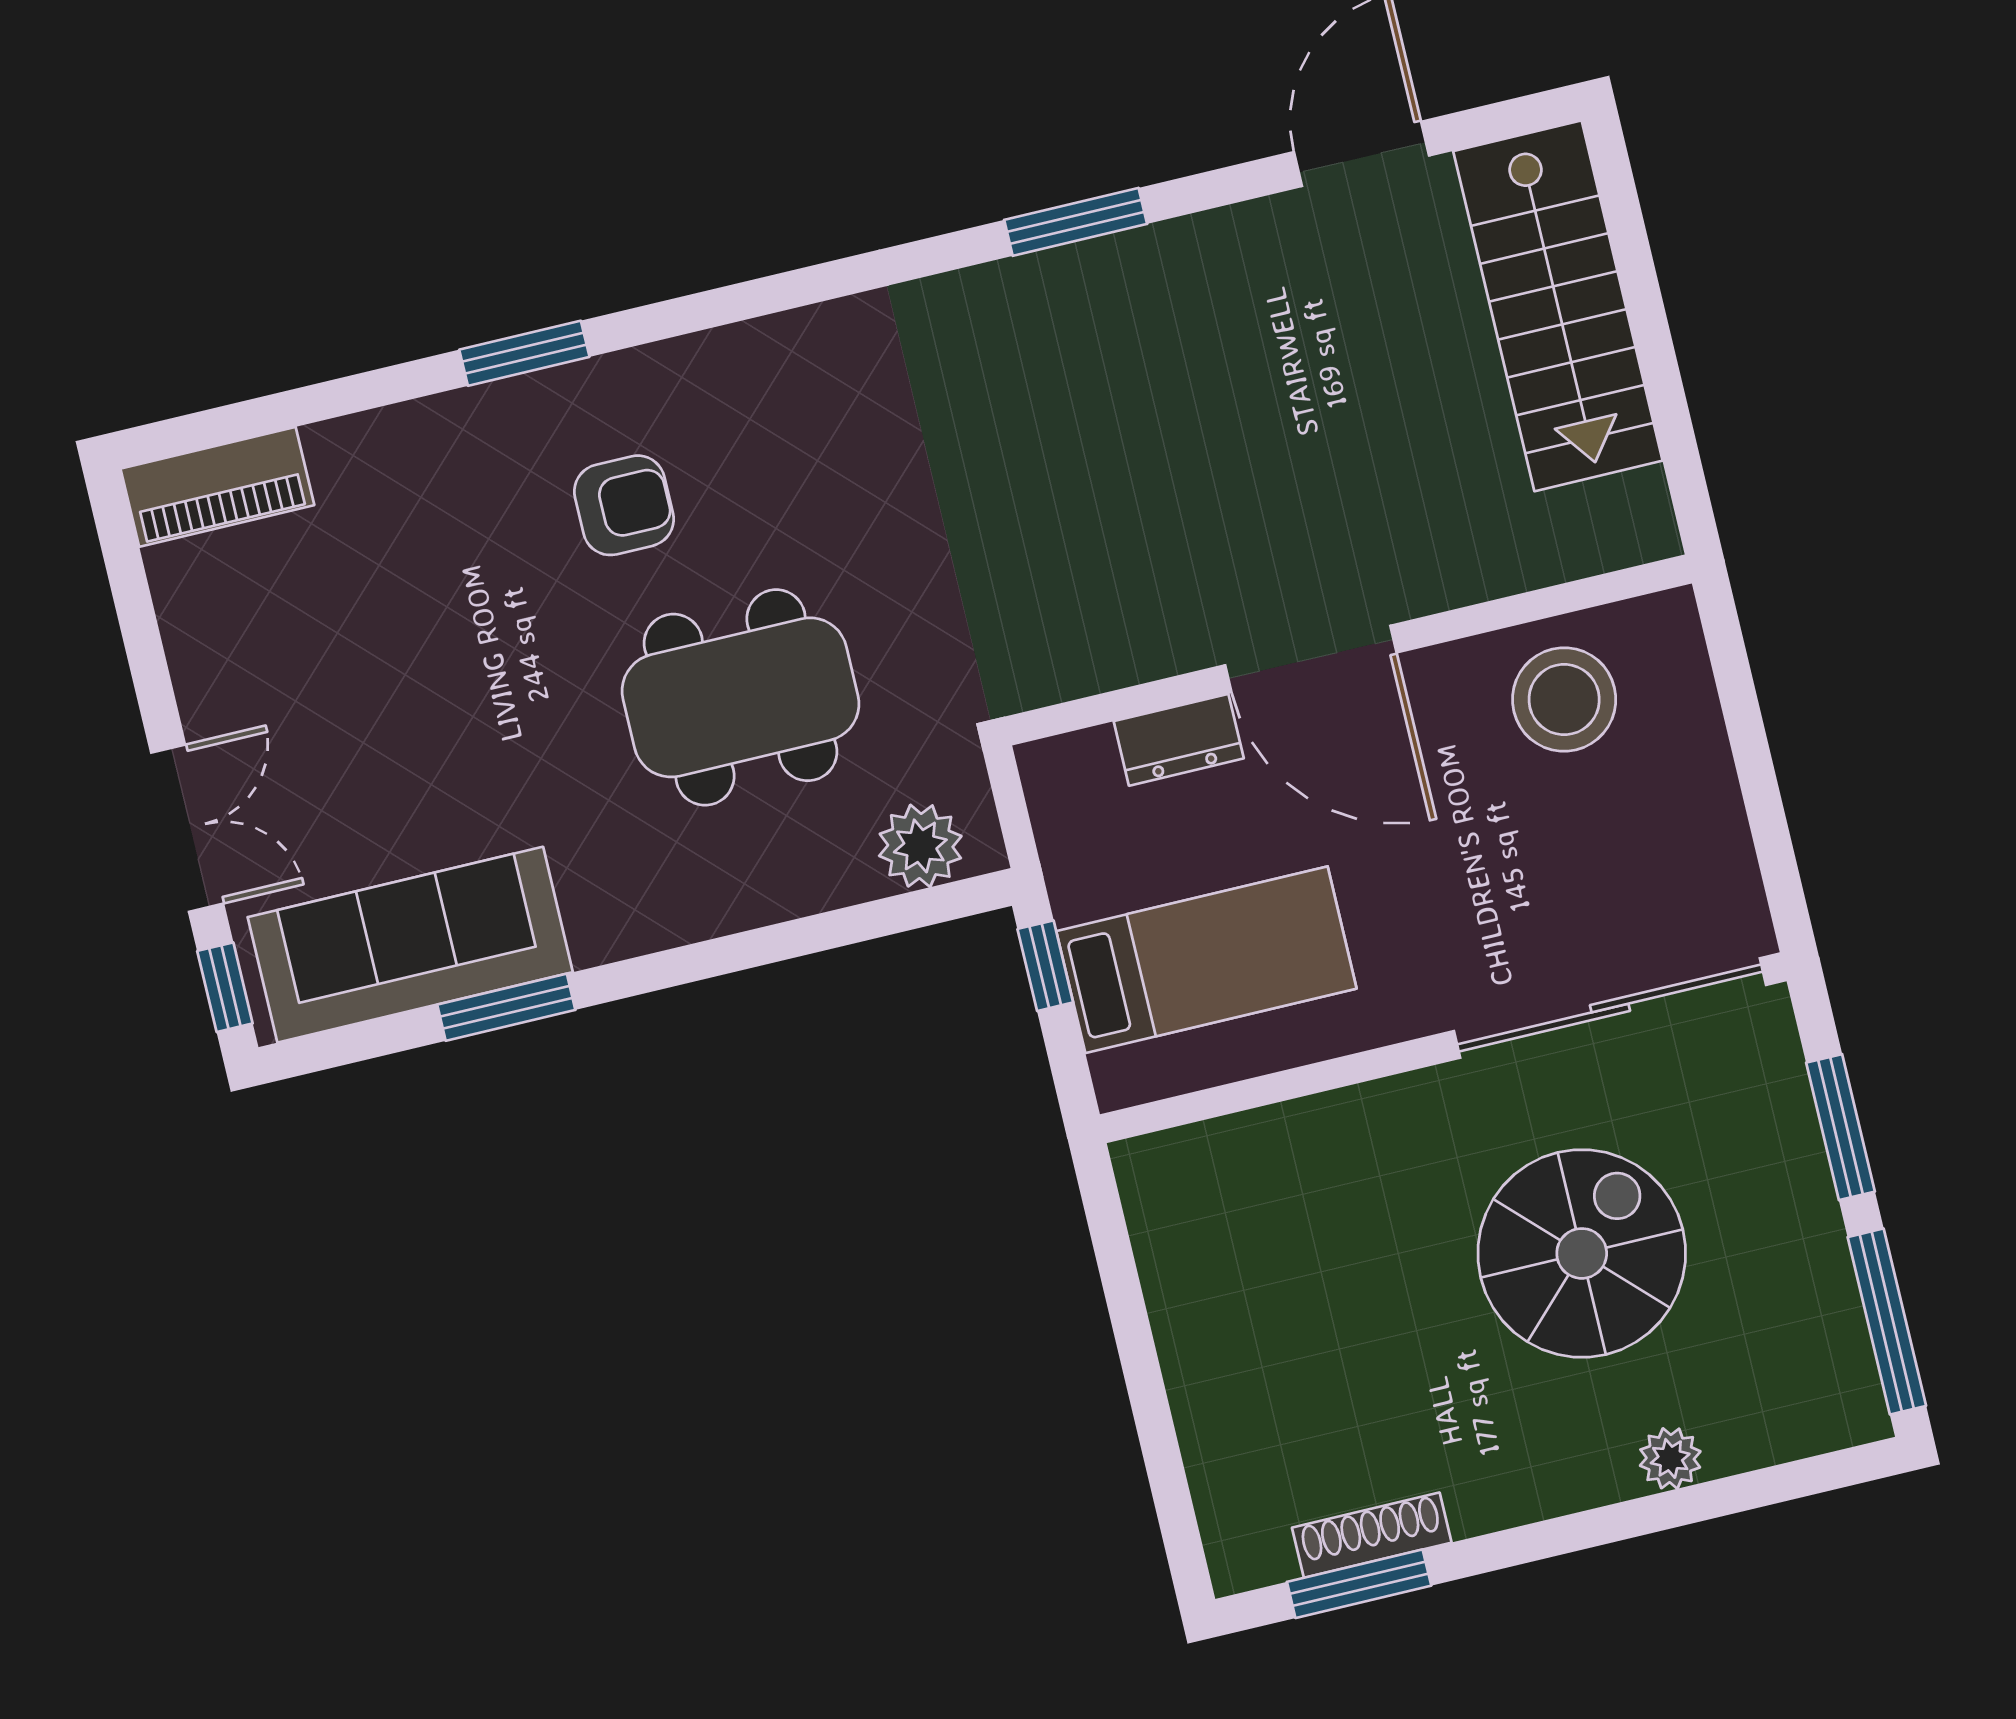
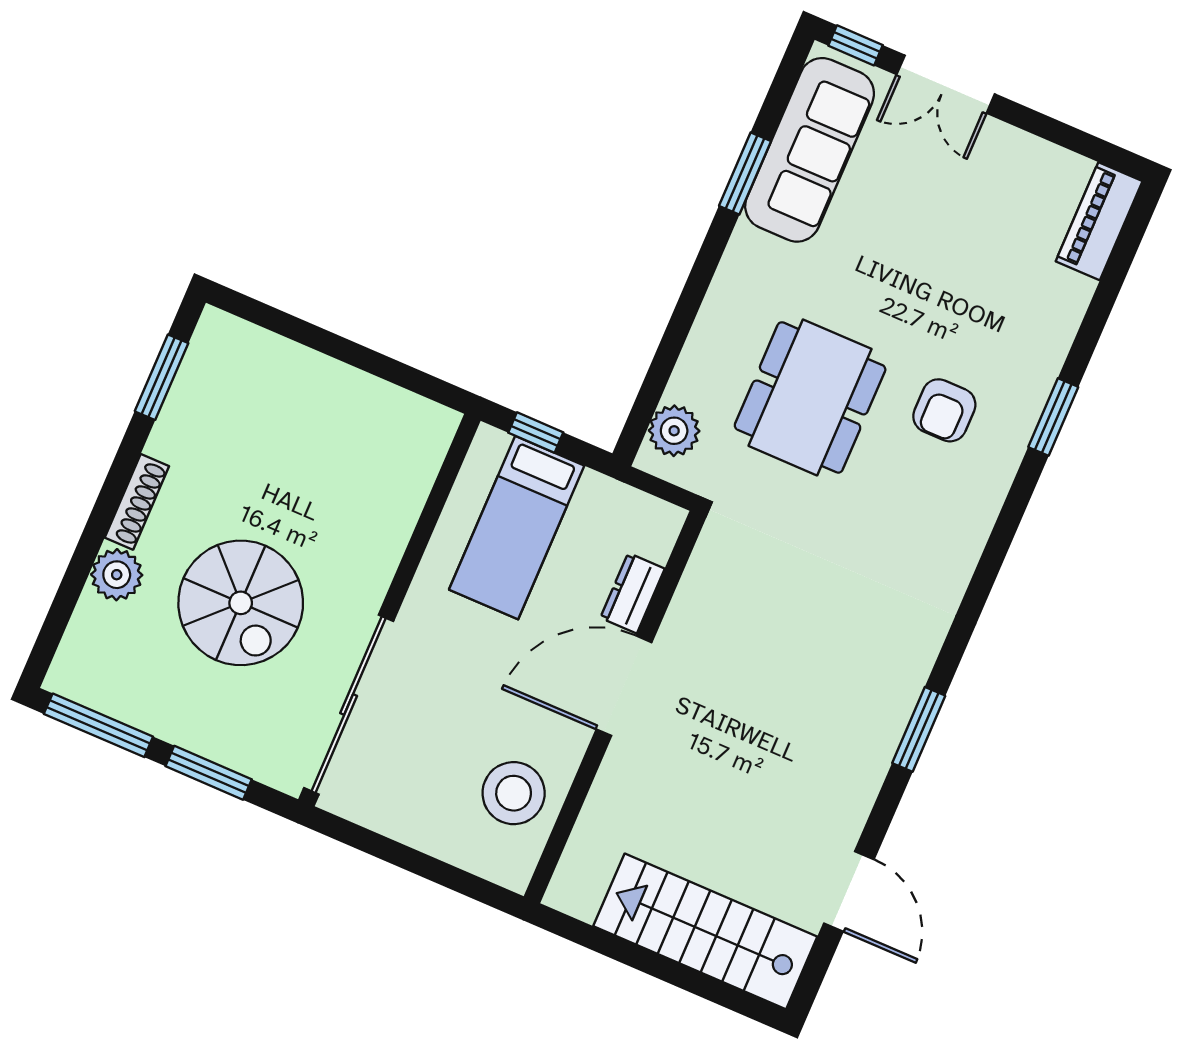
window: (1045, 966) -> (536, 432), moved
plant: (1670, 1458) -> (117, 575), width x1.38, depth x1.38
shoe rack: (1372, 1535) -> (137, 502), moved

